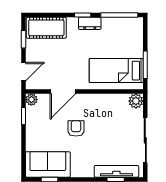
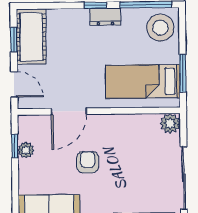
cot: (46, 28) -> (31, 37), moved, turned 90
stool: (130, 32) -> (160, 28), added
door: (23, 72) -> (14, 84), hinge flipped
plant: (31, 100) -> (26, 150), moved

